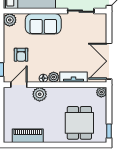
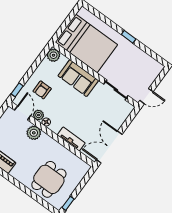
plant: (54, 77) -> (38, 115), moved
door: (19, 85) -> (23, 113), hinge flipped
plant: (101, 92) -> (85, 168), removed

